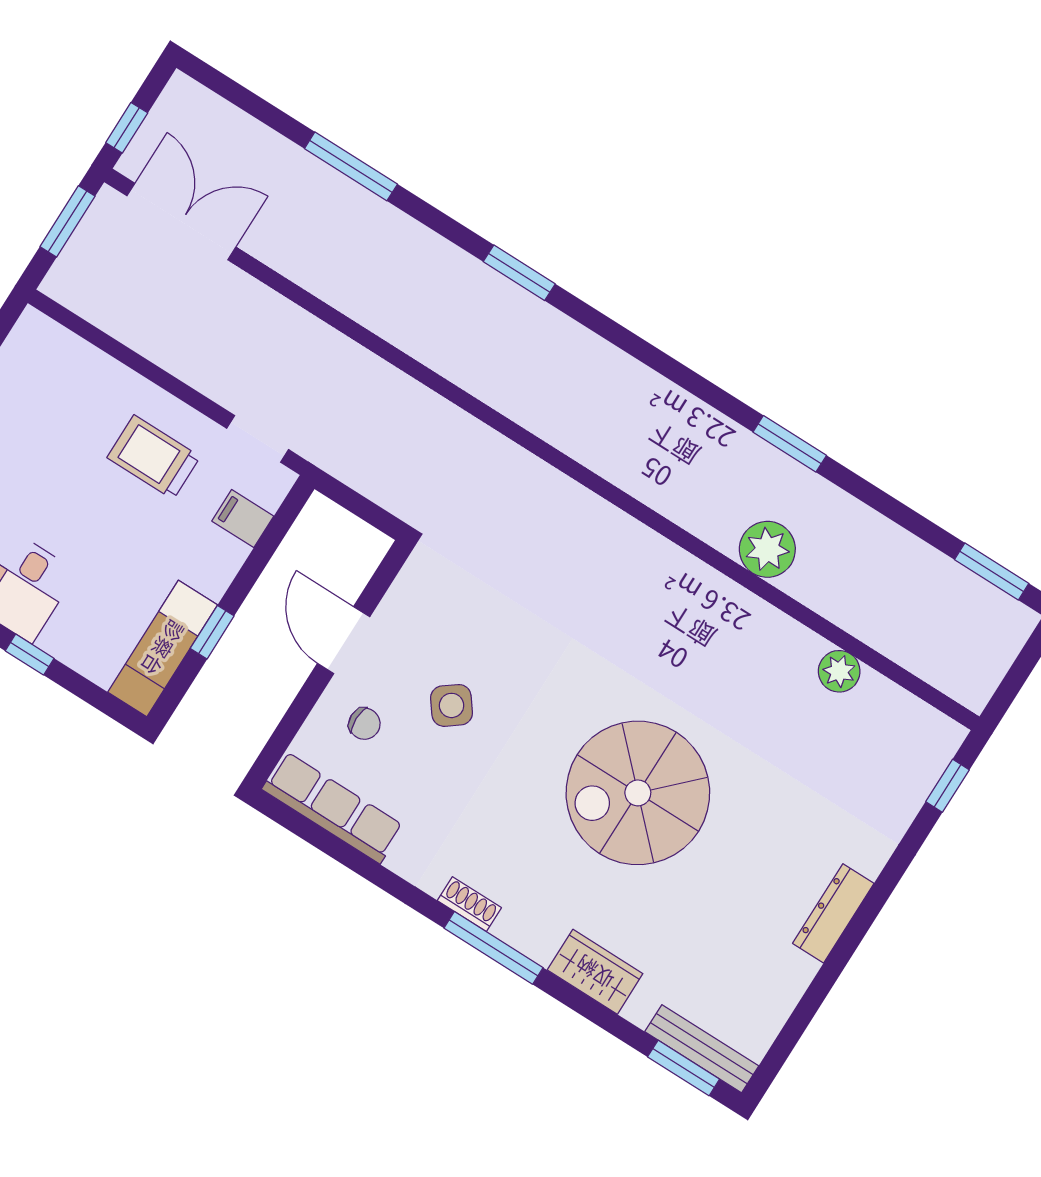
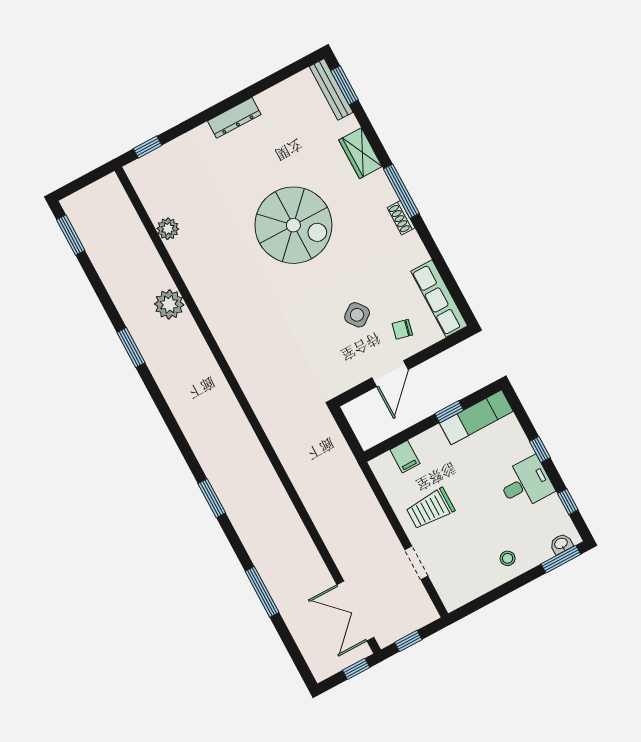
window: (68, 221) -> (408, 641), width x0.67
doorway: (258, 439) -> (416, 563), moved
trolley: (154, 457) -> (430, 509), turned 90
chair: (364, 724) -> (402, 329), turned -77

